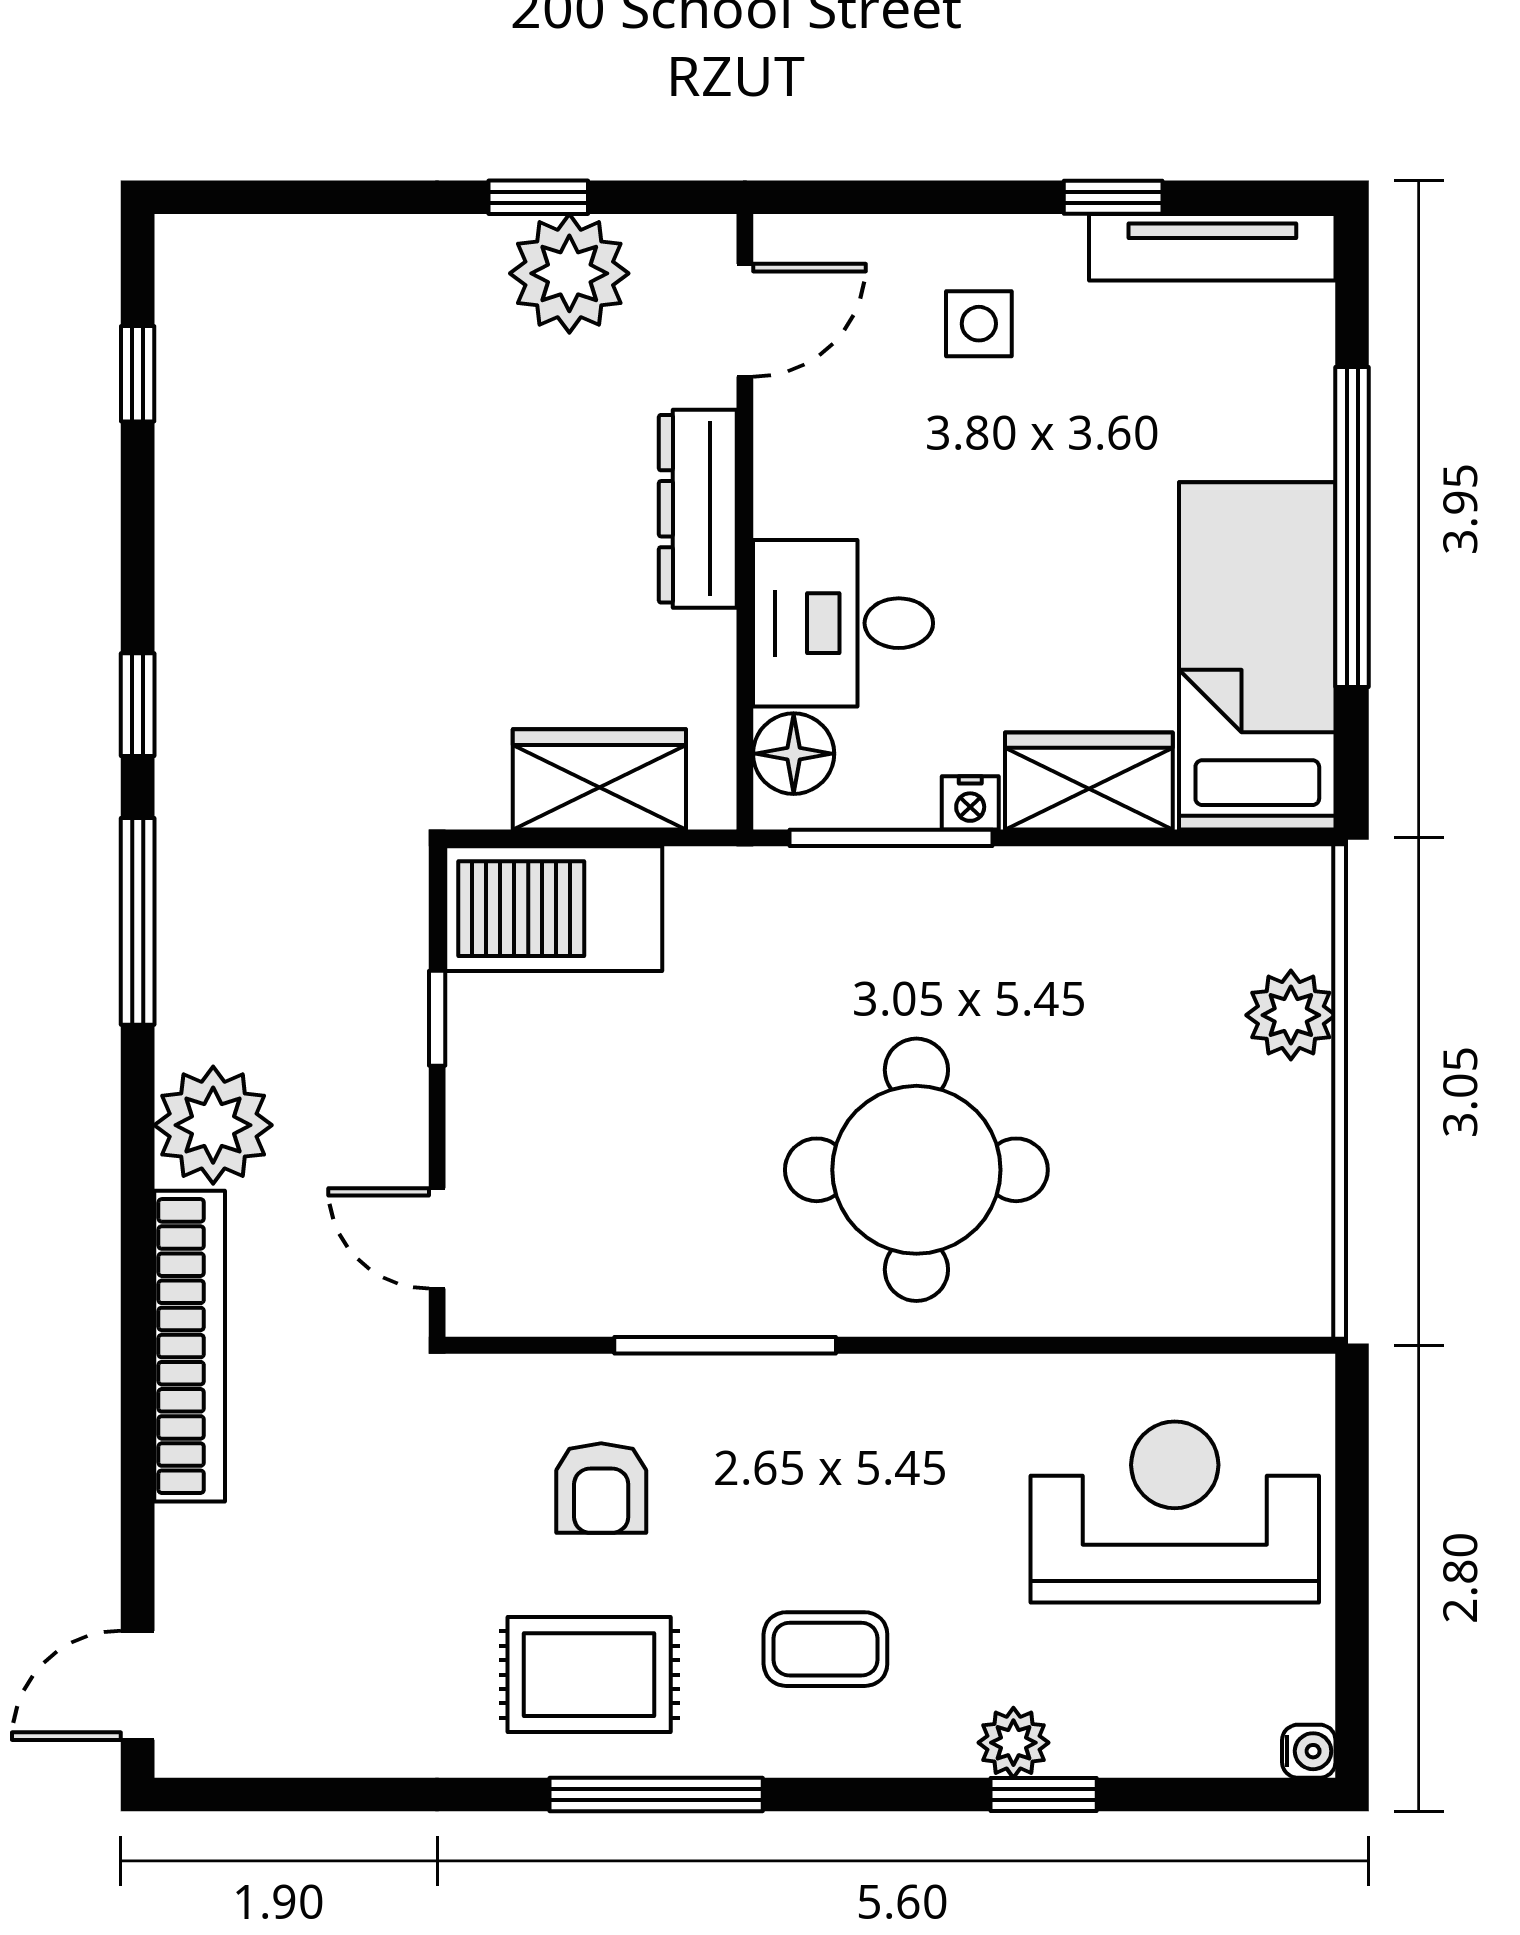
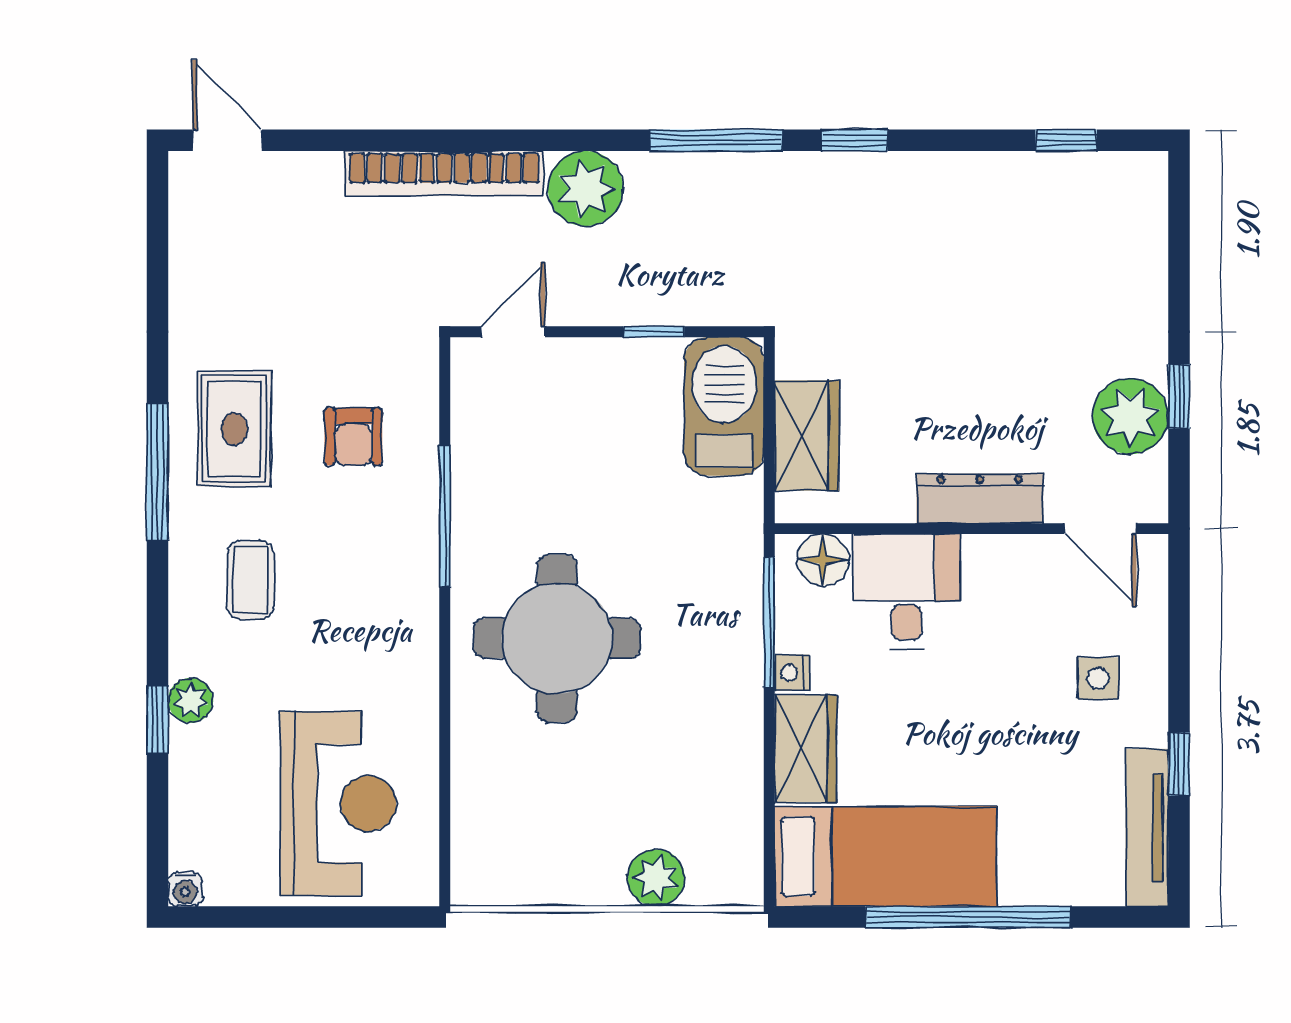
armchair: (601, 1488) -> (353, 437), turned -90

